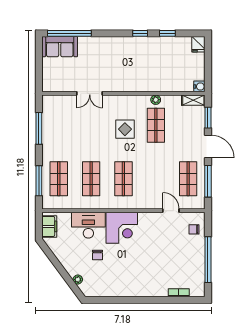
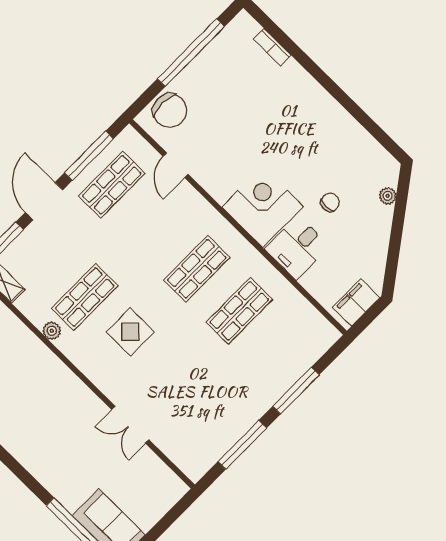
double door: (90, 93) -> (130, 425), swing flipped
shop shelf: (59, 179) -> (282, 353), removed
window: (39, 181) -> (296, 391), moved
desk: (88, 225) -> (297, 248), width x0.73
chair: (194, 229) -> (170, 111), width x1.87, depth x1.87

